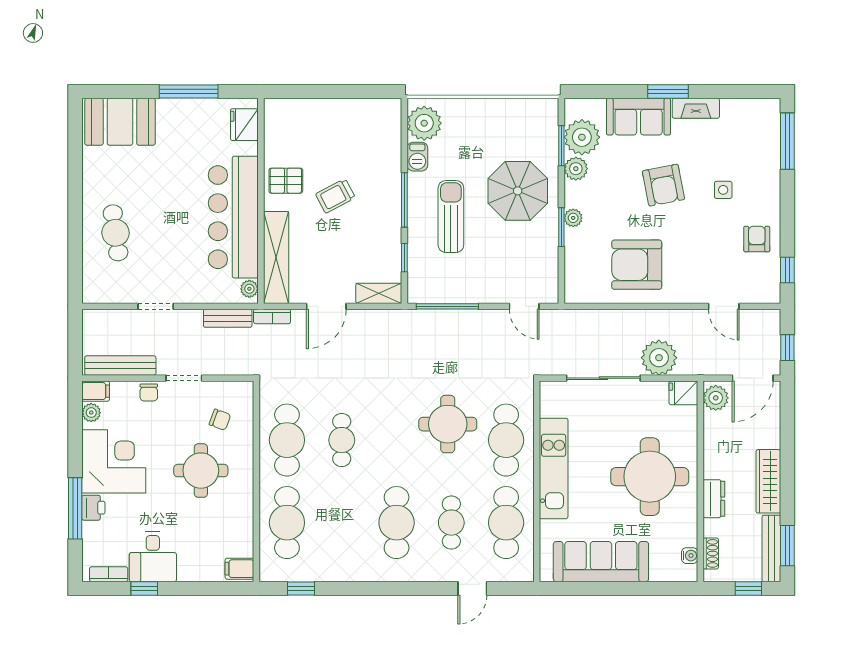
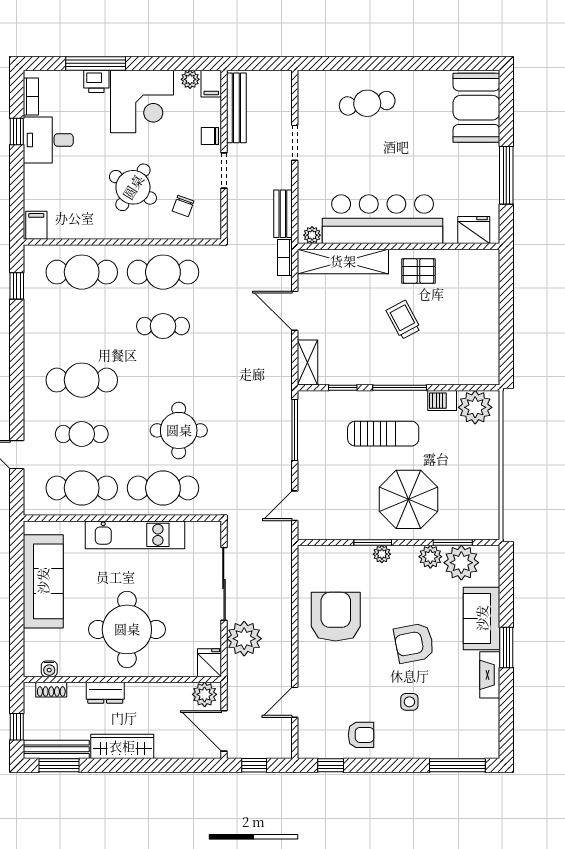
pallet: (286, 181) -> (419, 271), turned 90
round table: (201, 471) -> (133, 187), turned 32

